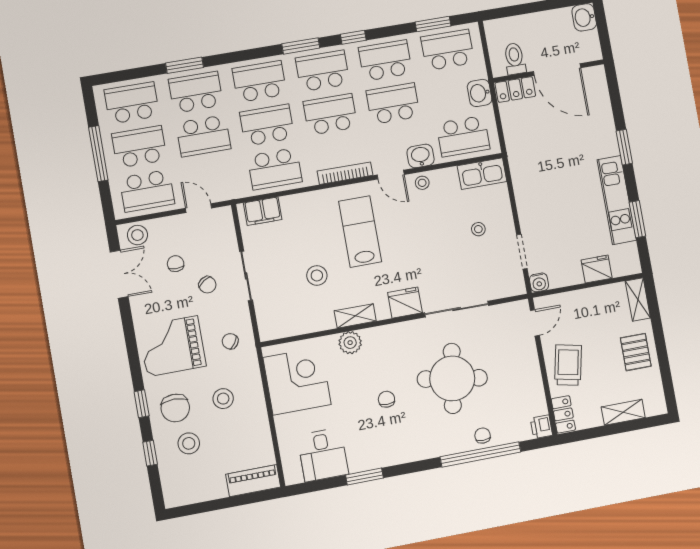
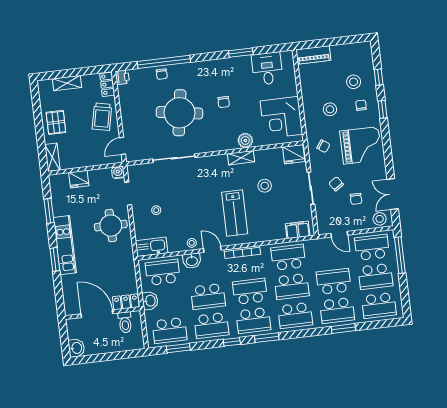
school desk: (330, 114) -> (250, 291), turned 180
window: (98, 154) -> (400, 255), moved
kitchen unit: (617, 200) -> (65, 245), moved
round table: (545, 202) -> (111, 226), added
fridge: (405, 303) -> (294, 154), moved
chair: (175, 408) -> (361, 105), width x0.54, depth x0.54

